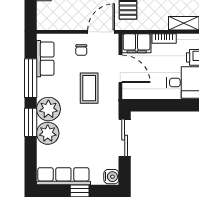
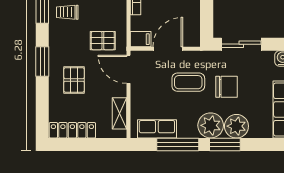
shelving: (60, 23) -> (119, 113), added
filing cabinet: (137, 43) -> (141, 39), width x0.50
chair: (81, 50) -> (227, 87), moved, width x1.87, depth x1.87

